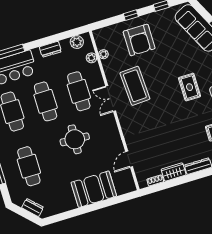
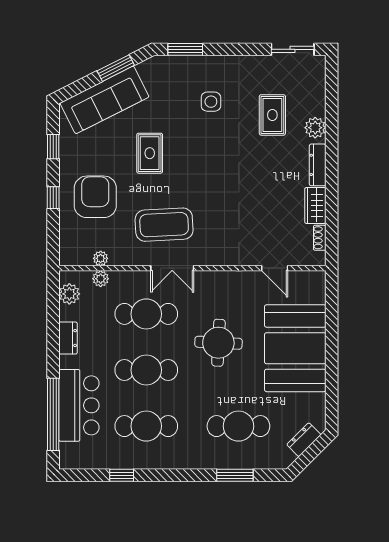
armchair: (139, 40) -> (95, 197), turned -90
rug: (190, 87) -> (150, 153), moved, turned 90
booth: (94, 189) -> (295, 348), width x1.36, depth x1.42

